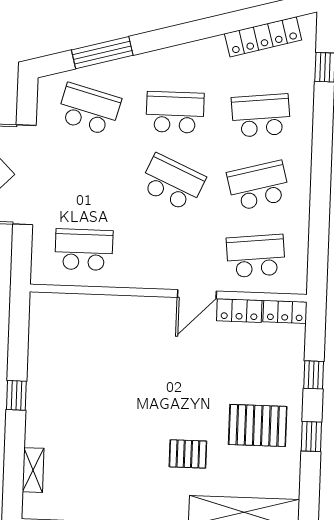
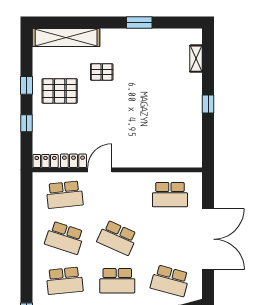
school desk: (258, 186) -> (65, 238), turned 33

